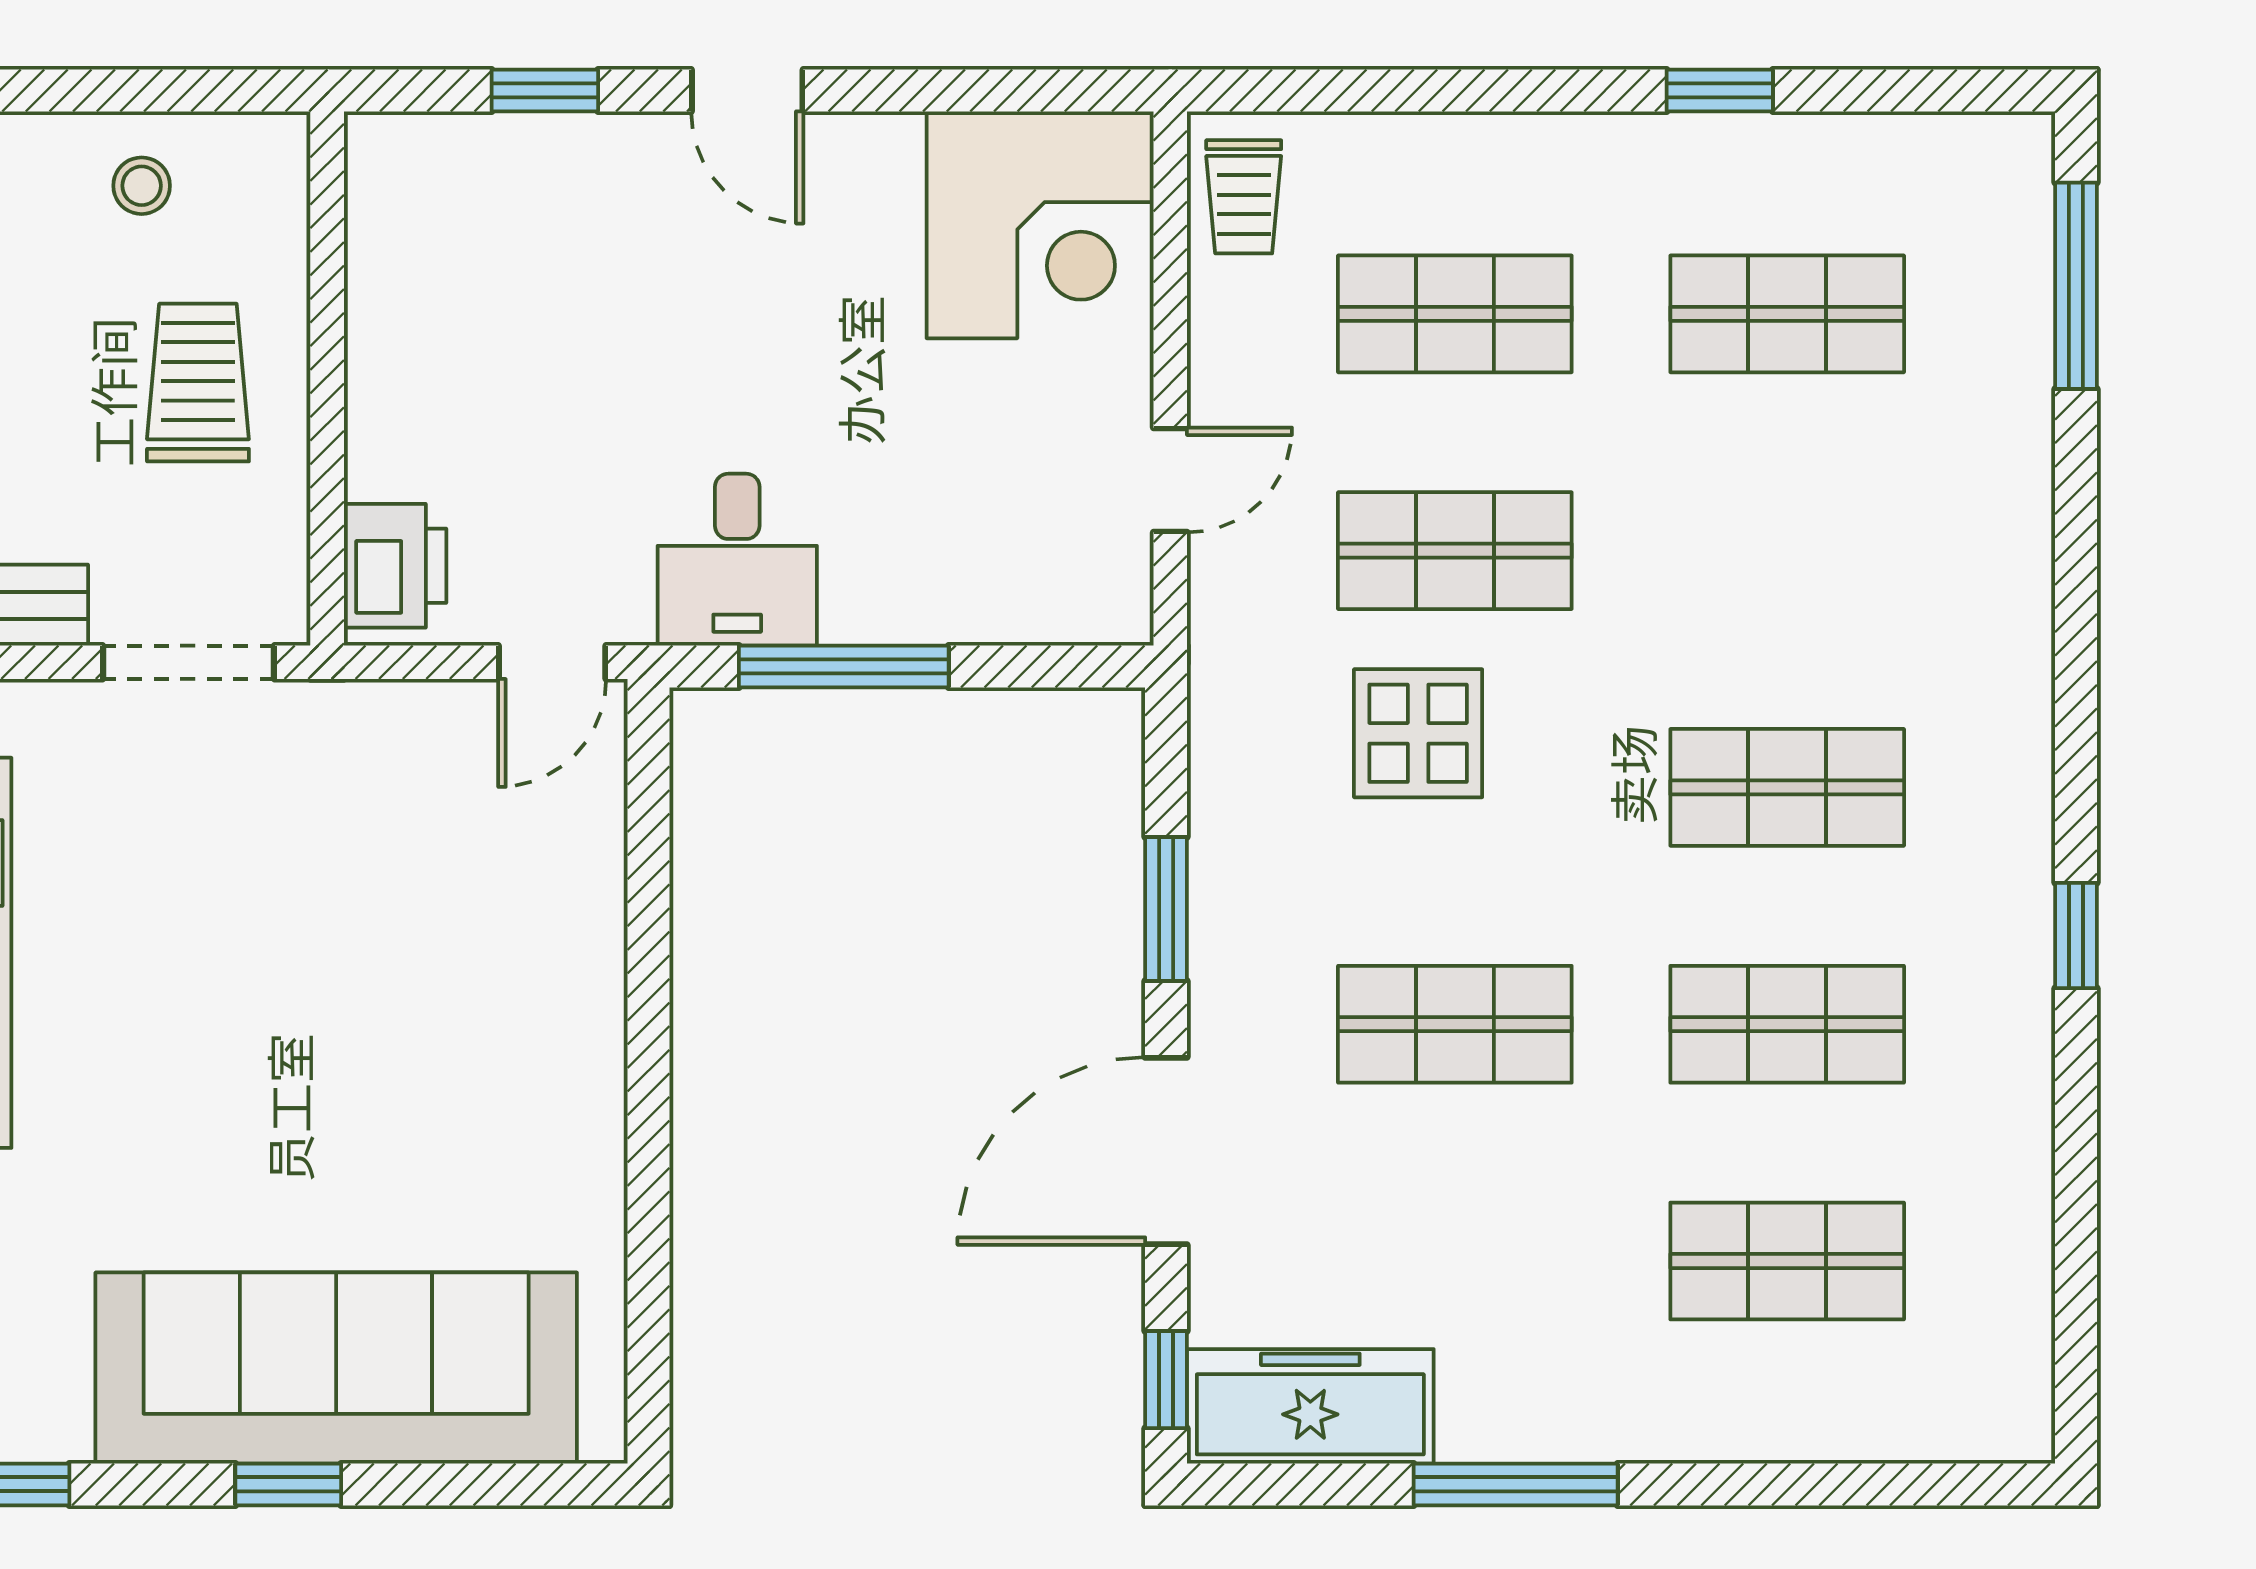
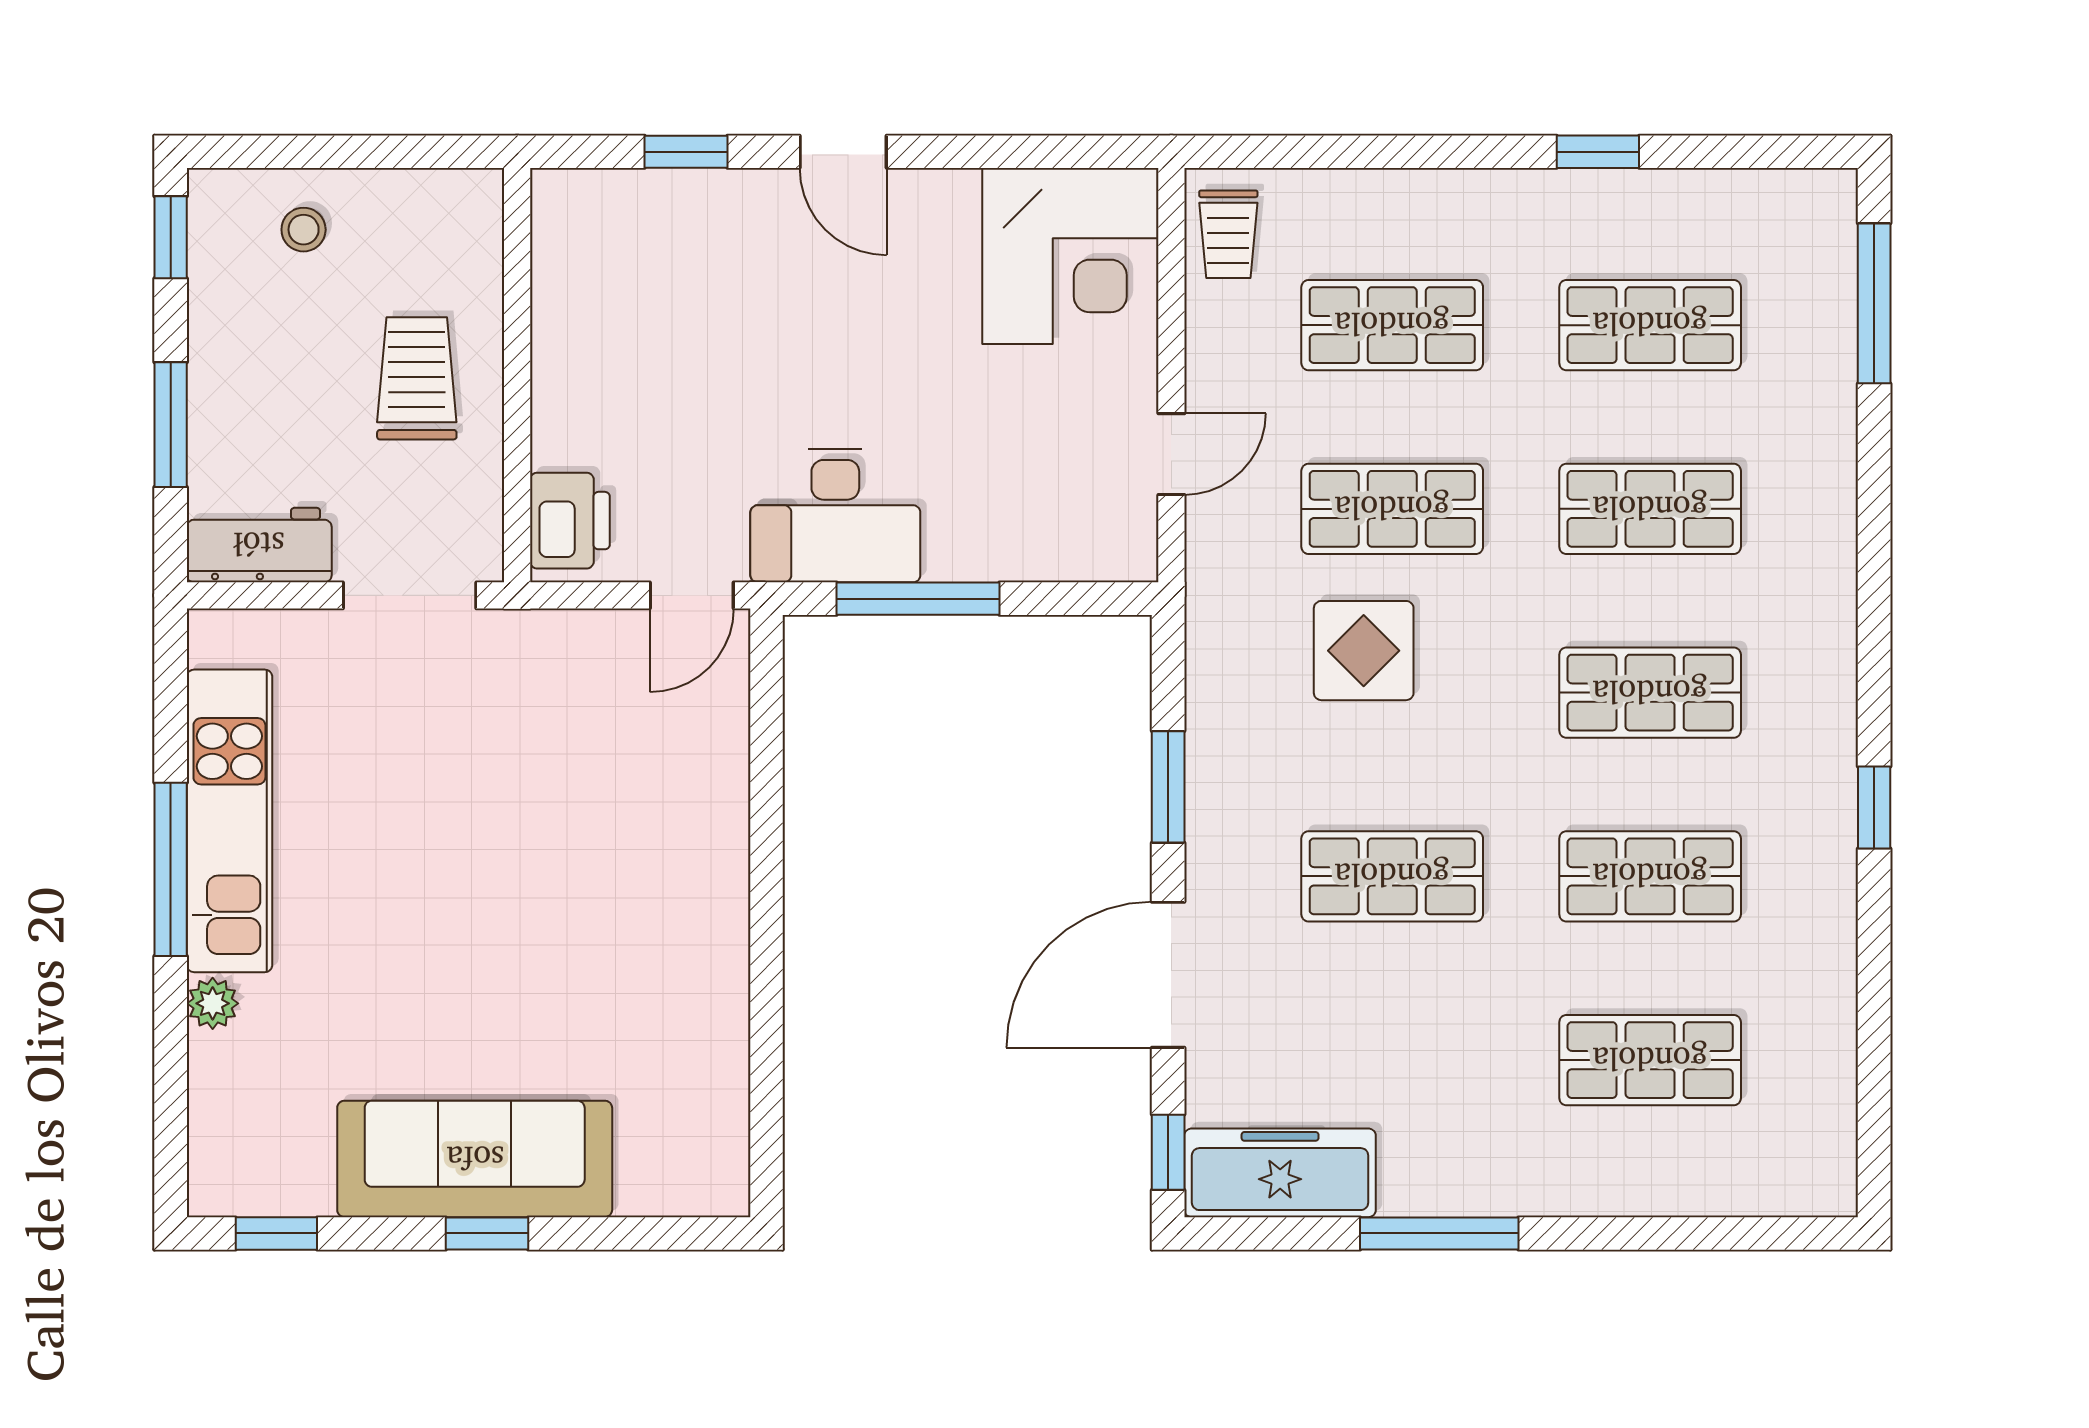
stool: (142, 186) -> (304, 230), moved
shop shelf: (1787, 551) -> (1650, 509), added
desk: (737, 560) -> (835, 516), width x1.37
sofa: (336, 1368) -> (475, 1159), width x0.74, depth x0.79

